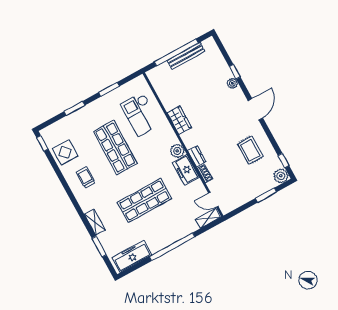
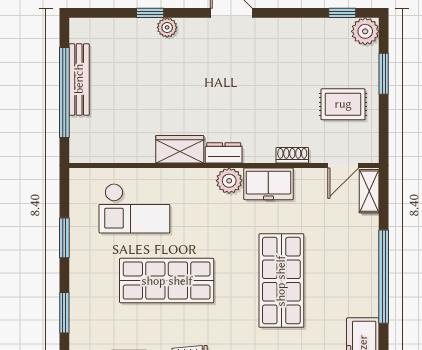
rug: (250, 150) -> (343, 104), moved
dresser: (197, 156) -> (224, 153), moved

